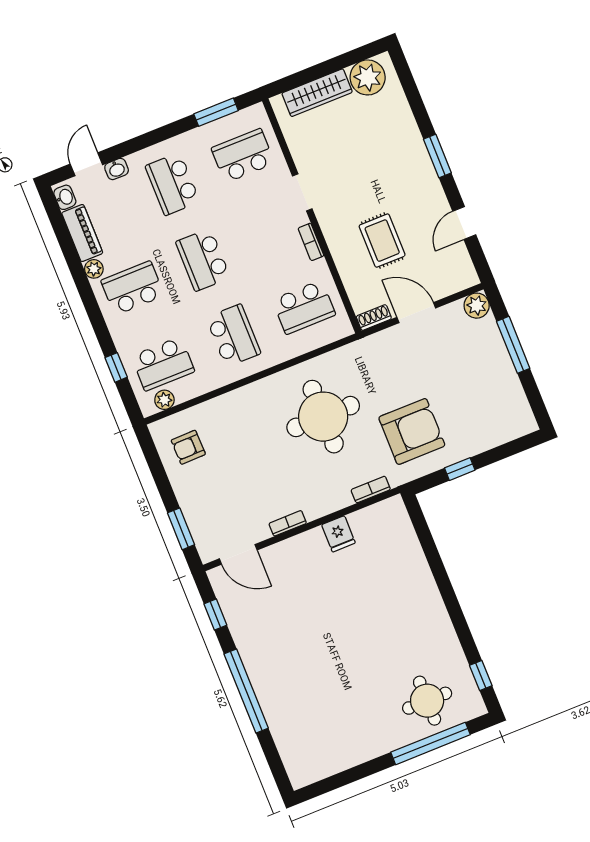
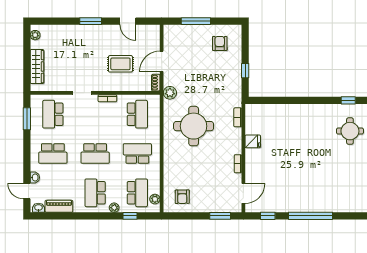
plant: (368, 77) -> (35, 35), width x0.53, depth x0.53
plant: (94, 269) -> (114, 208), moved
plant: (477, 306) -> (170, 93), moved
armchair: (412, 431) -> (220, 43), moved, width x0.53, depth x0.53

